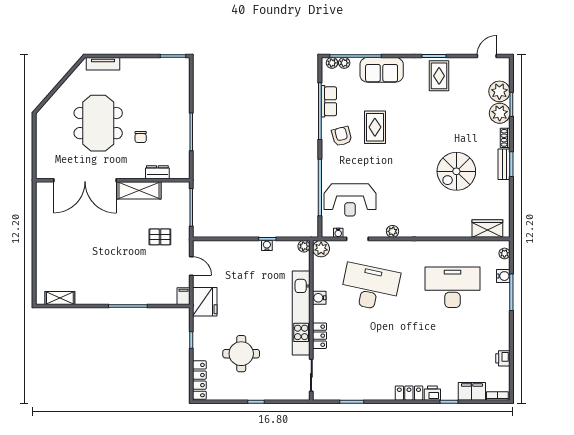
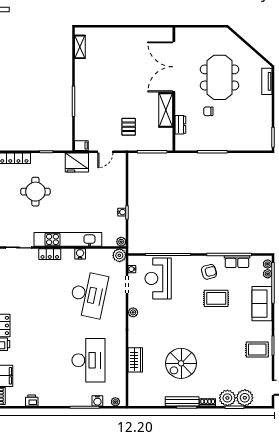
meeting table: (98, 123) -> (220, 77), turned 90
bench: (504, 164) -> (182, 401), width x1.36
spiral stairs: (456, 171) -> (181, 363), turned -90
wardrobe: (487, 229) -> (135, 360), moved

